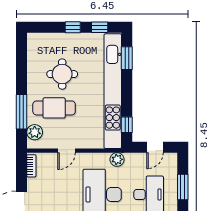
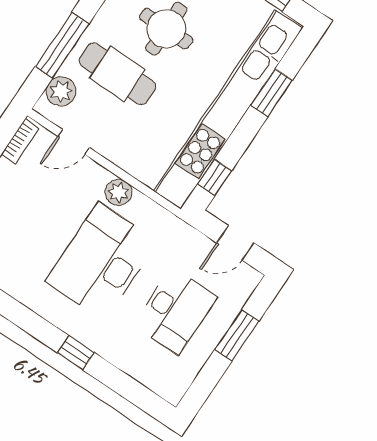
window: (127, 58) -> (272, 93), moved
door: (67, 151) -> (74, 142), moved
plant: (117, 159) -> (118, 192), moved

